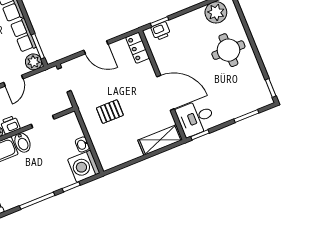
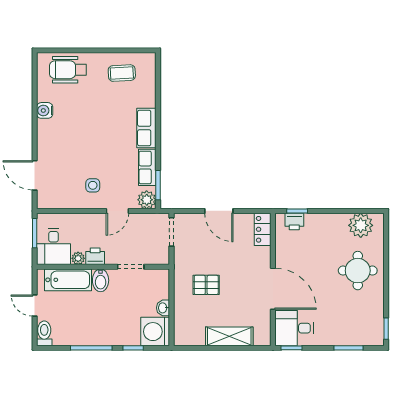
shelving: (160, 140) -> (229, 336), moved

